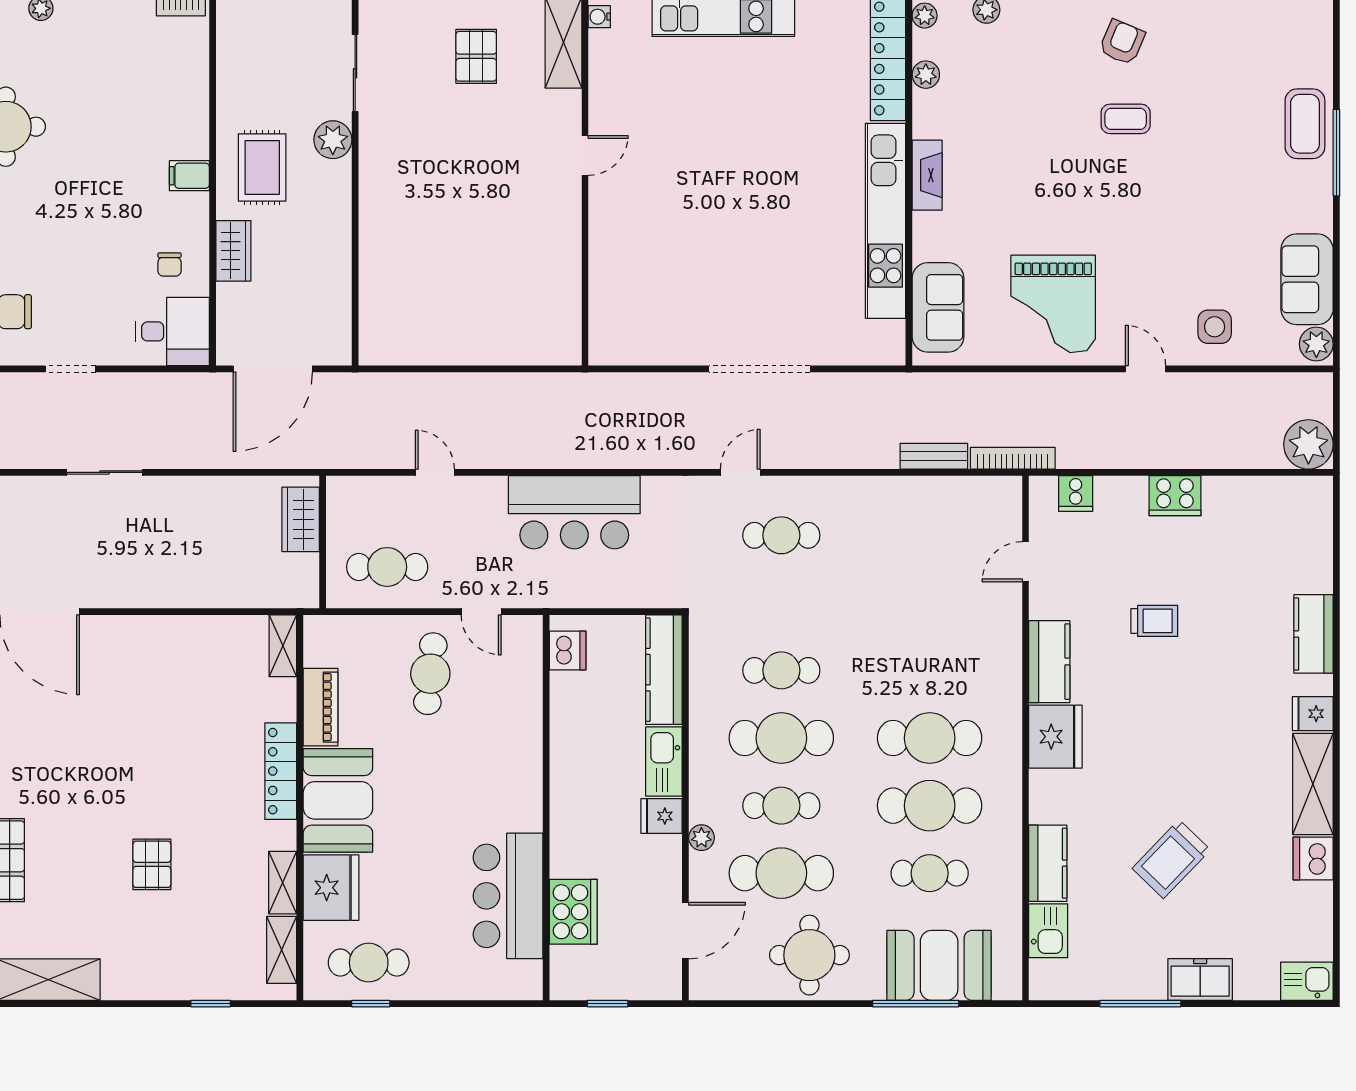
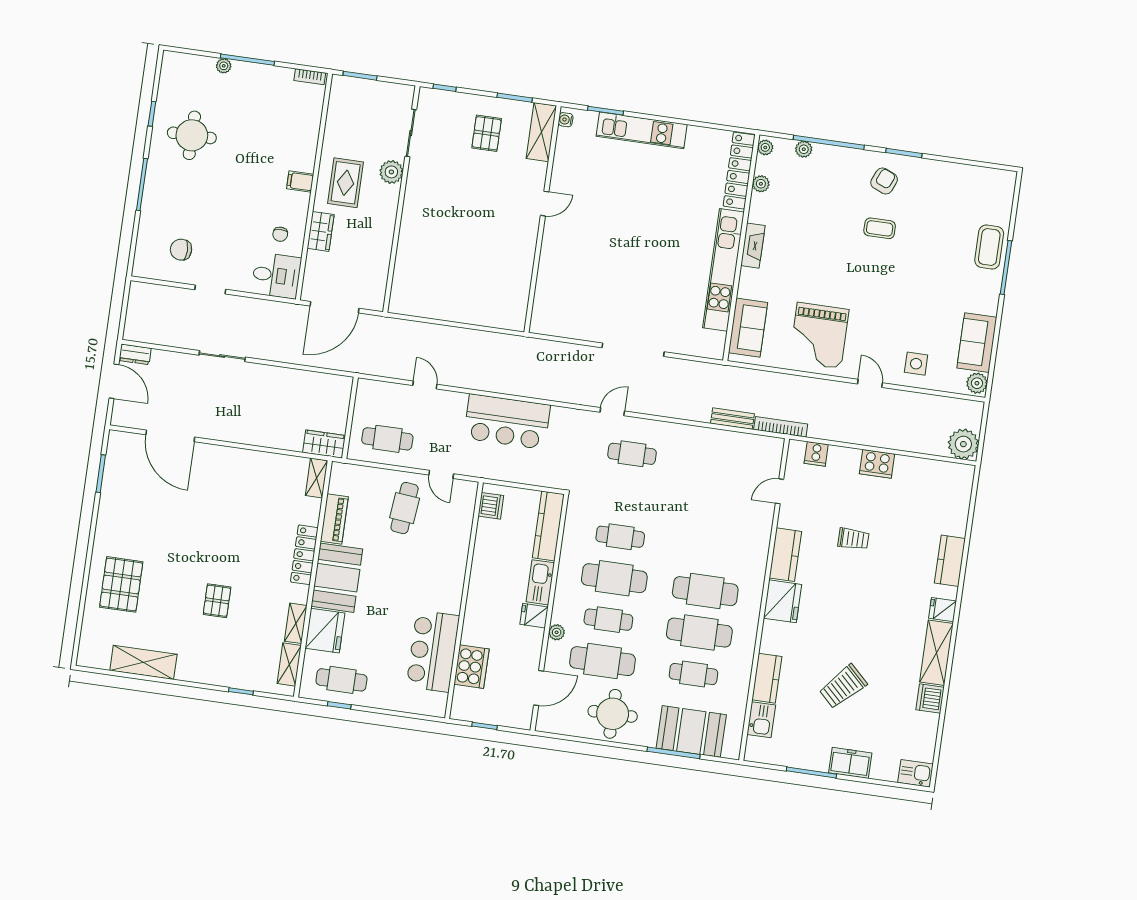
wardrobe: (301, 519) -> (324, 444), moved, turned 90

